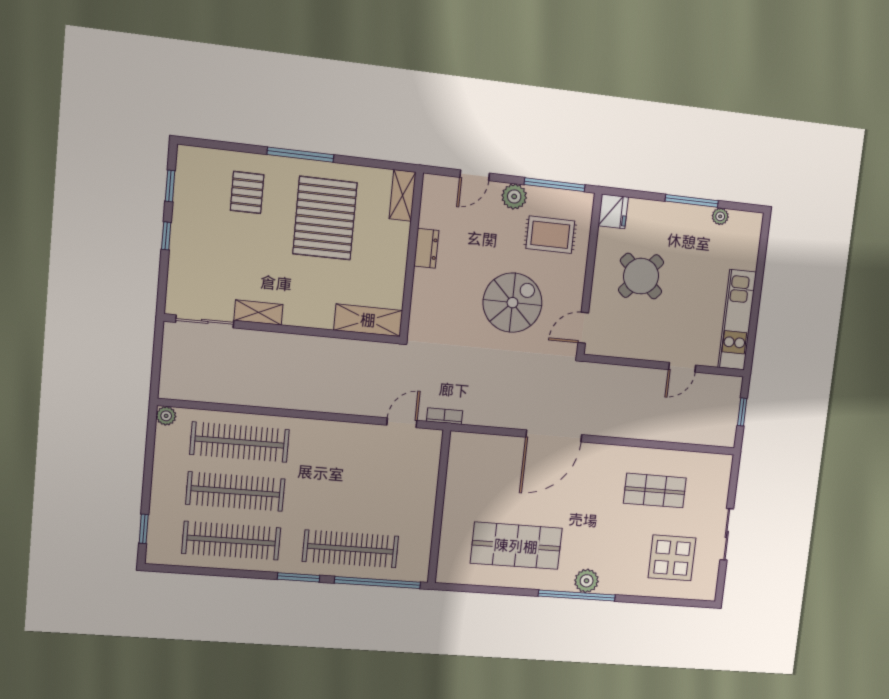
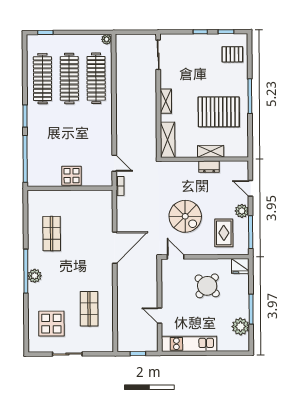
pallet: (247, 192) -> (232, 54), moved
shelving: (403, 195) -> (211, 151), moved
plant: (720, 216) -> (240, 326), width x1.88, depth x1.88
shelving: (258, 313) -> (166, 101), moved
door: (554, 436) -> (115, 248), swing flipped
display table: (417, 502) -> (72, 176), added
shop shelf: (516, 546) -> (52, 234), width x0.70, depth x0.74
clothes rail: (351, 549) -> (43, 142), removed

